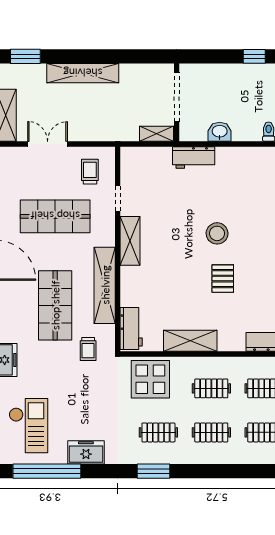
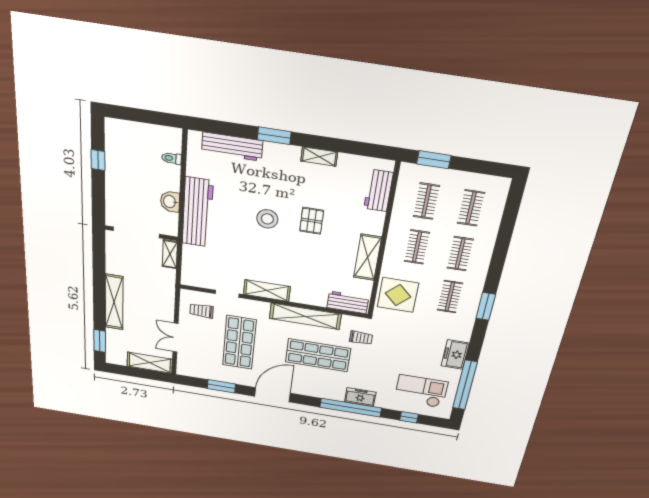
workbench: (194, 157) -> (198, 212), width x1.88, depth x1.32
pallet: (223, 279) -> (312, 221), turned 90

